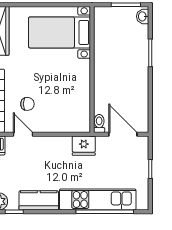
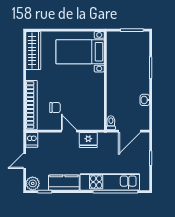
washbasin: (143, 16) -> (145, 100), moved
door: (23, 134) -> (69, 131), moved
door: (123, 134) -> (129, 131), swing flipped
fridge: (84, 146) -> (88, 140), moved

